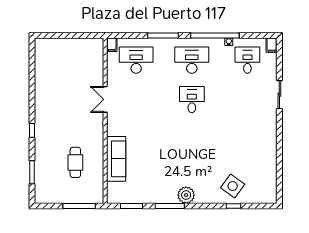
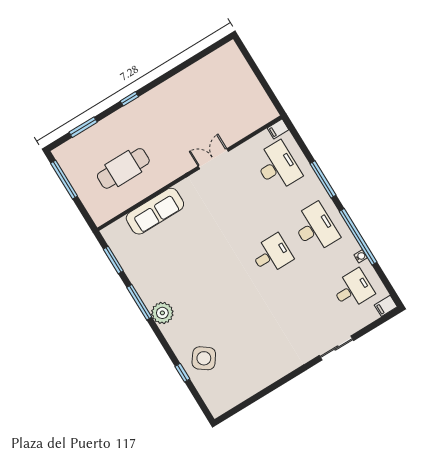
cafe table: (75, 162) -> (123, 168), width x1.37, depth x1.35
window: (79, 206) -> (64, 180), moved

